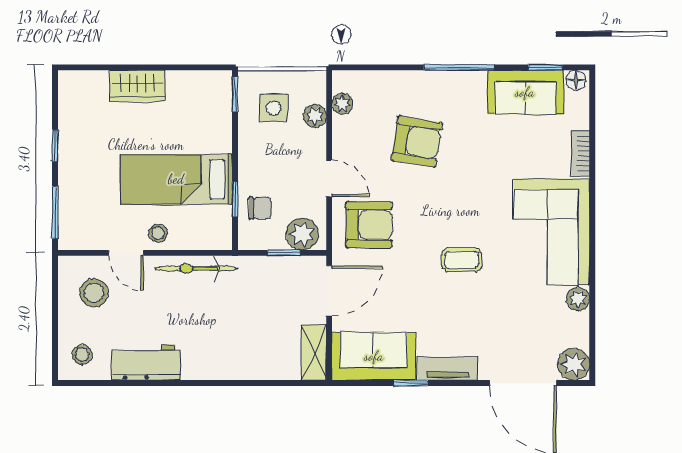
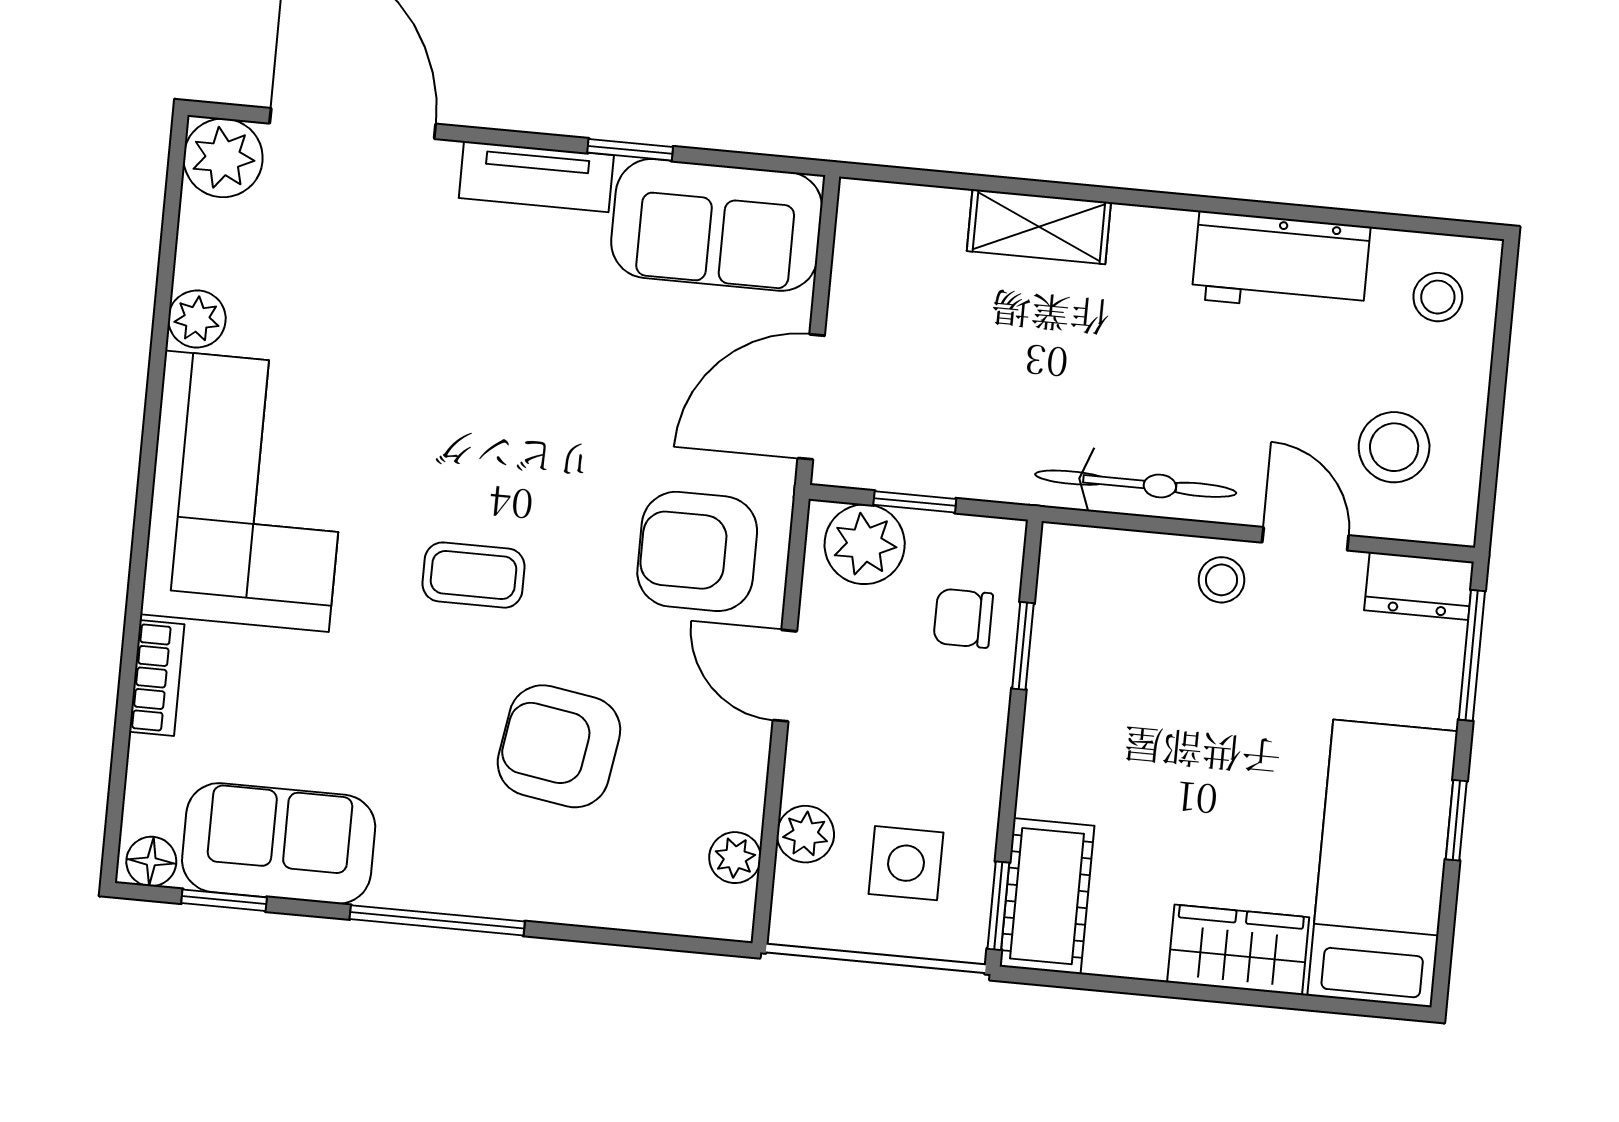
cot: (216, 100) -> (1047, 896), added
bed: (176, 179) -> (1383, 863), moved, turned -90
dresser: (79, 238) -> (1419, 586), added
coffee table: (462, 260) -> (473, 575), moved
shelving: (314, 352) -> (1039, 227), moved, turned 90

